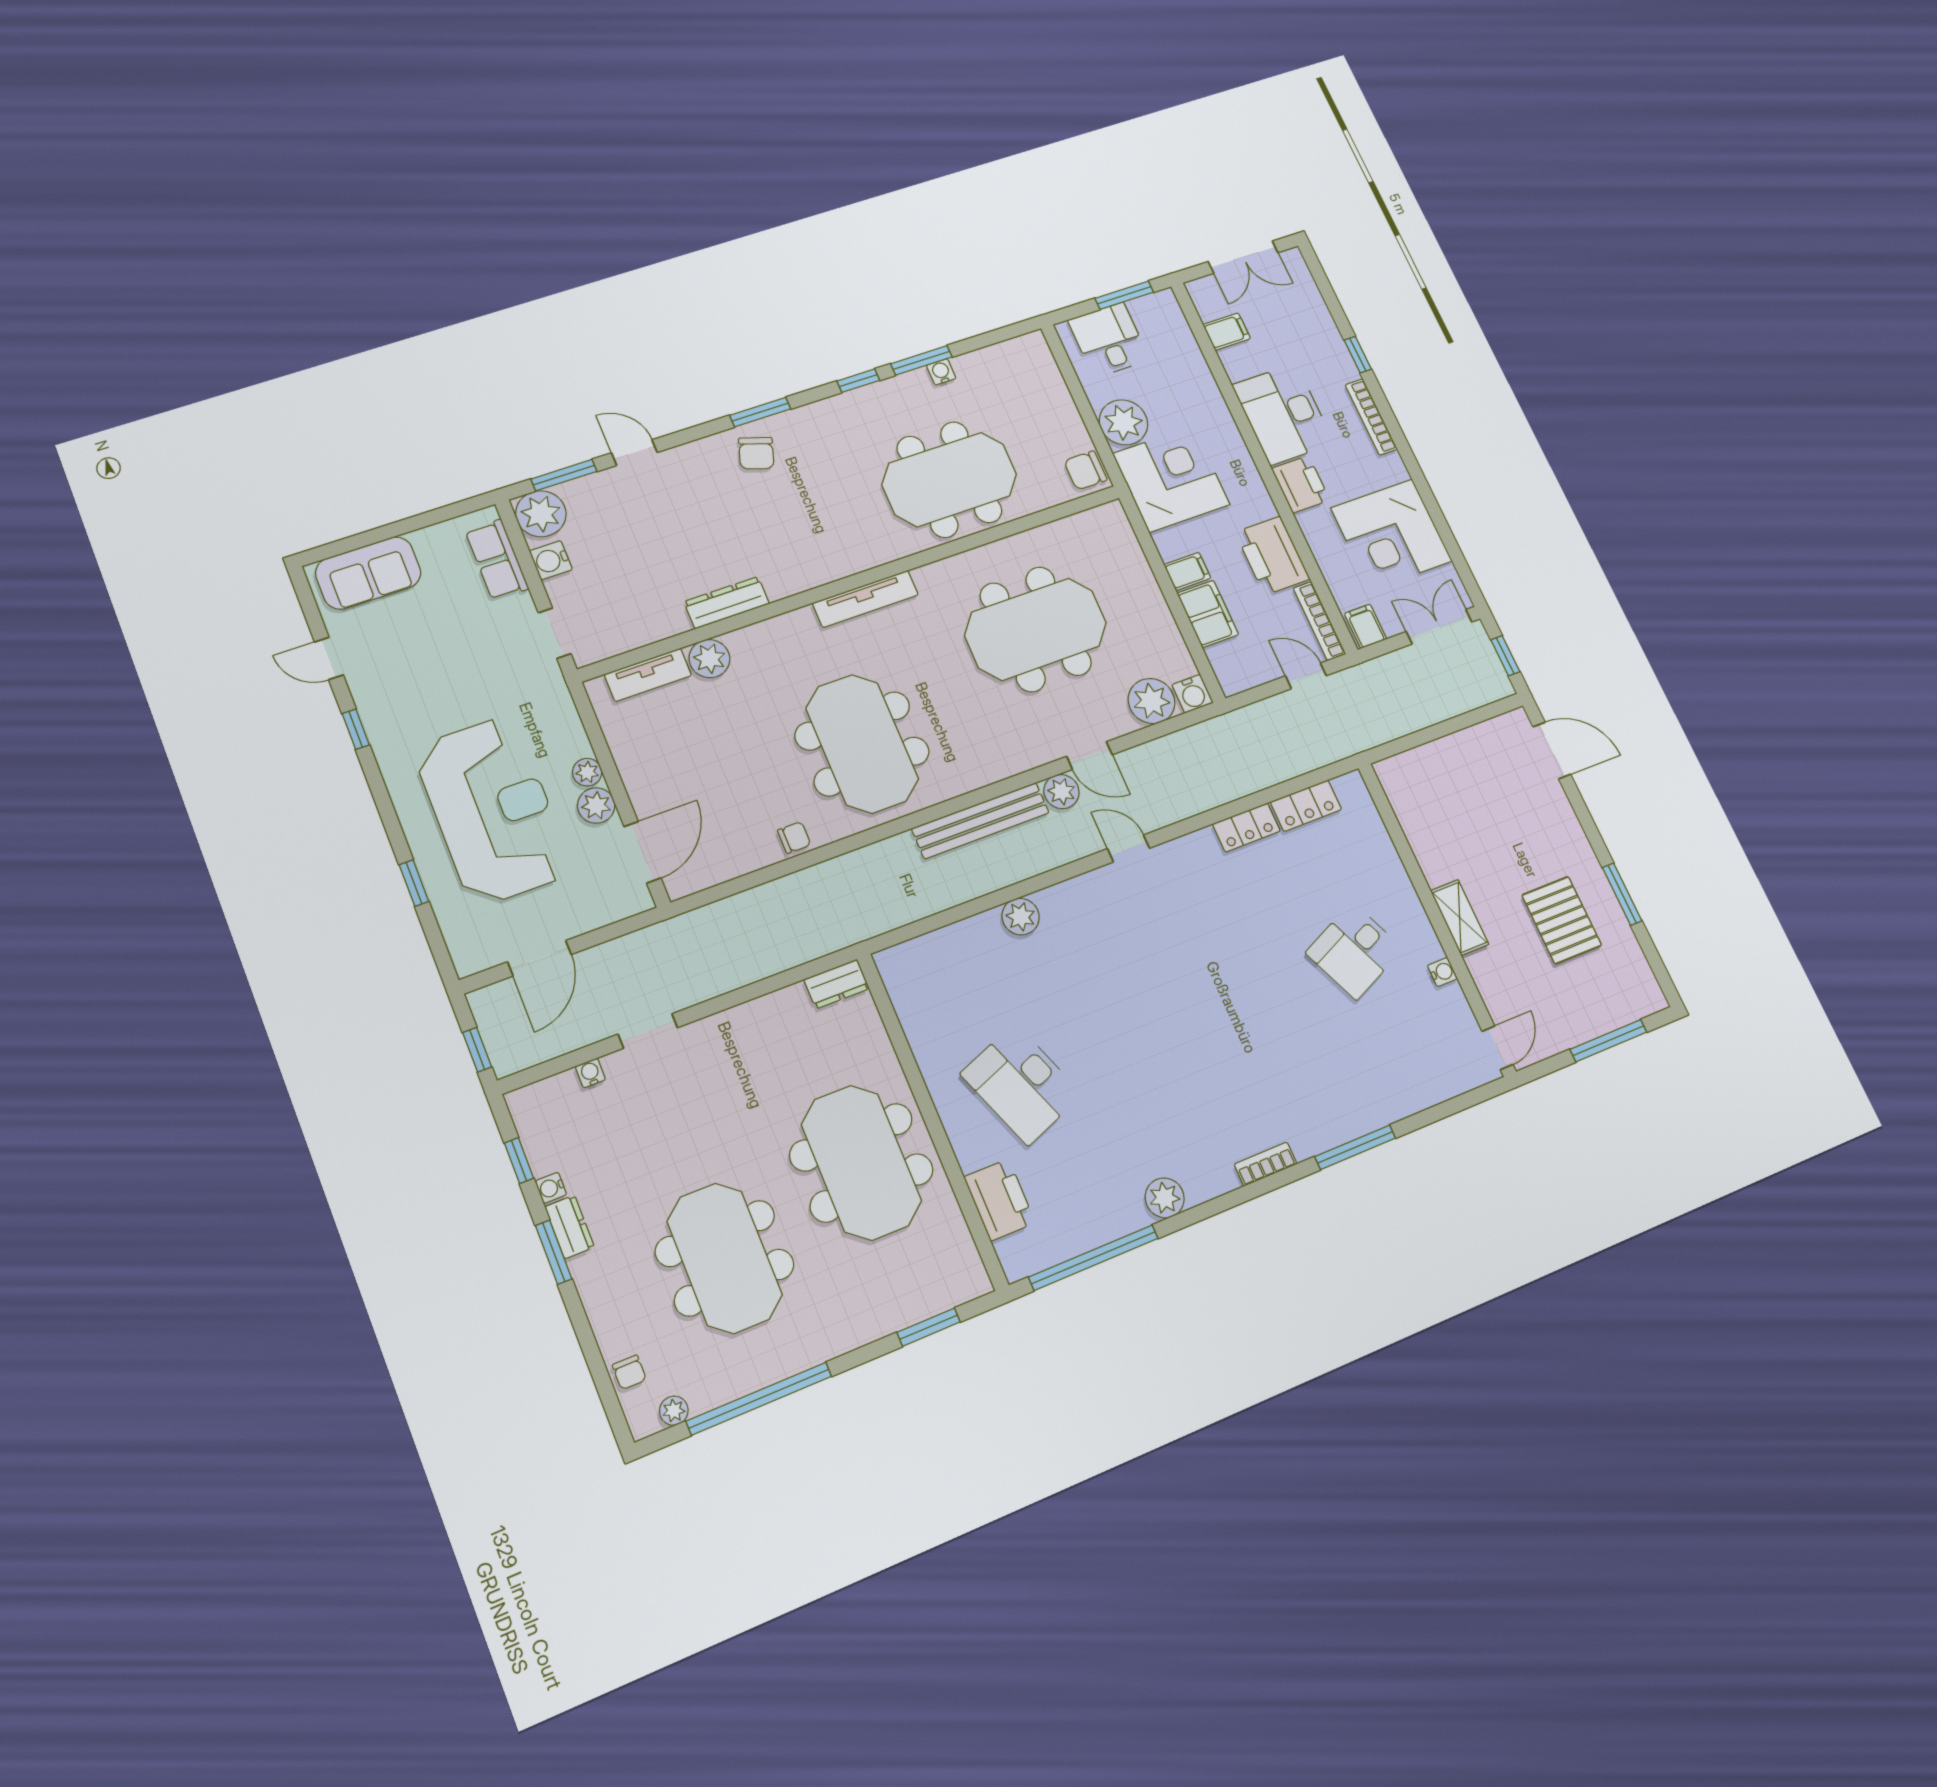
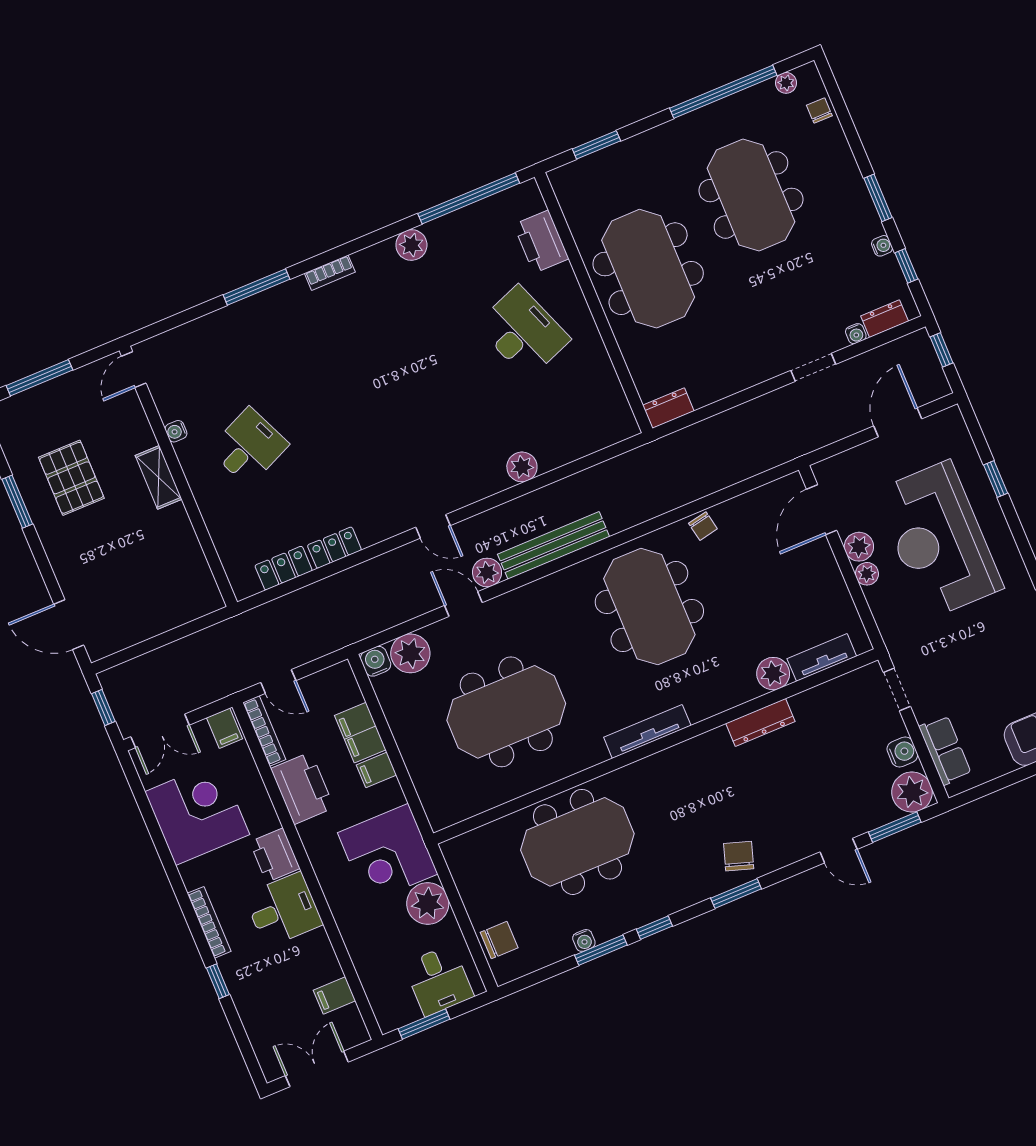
desk: (1283, 414) -> (283, 910), width x0.73
chair: (1085, 470) -> (499, 940), moved
chair: (794, 837) -> (703, 526), turned -101
dresser: (570, 1227) -> (885, 319), moved, turned 90

